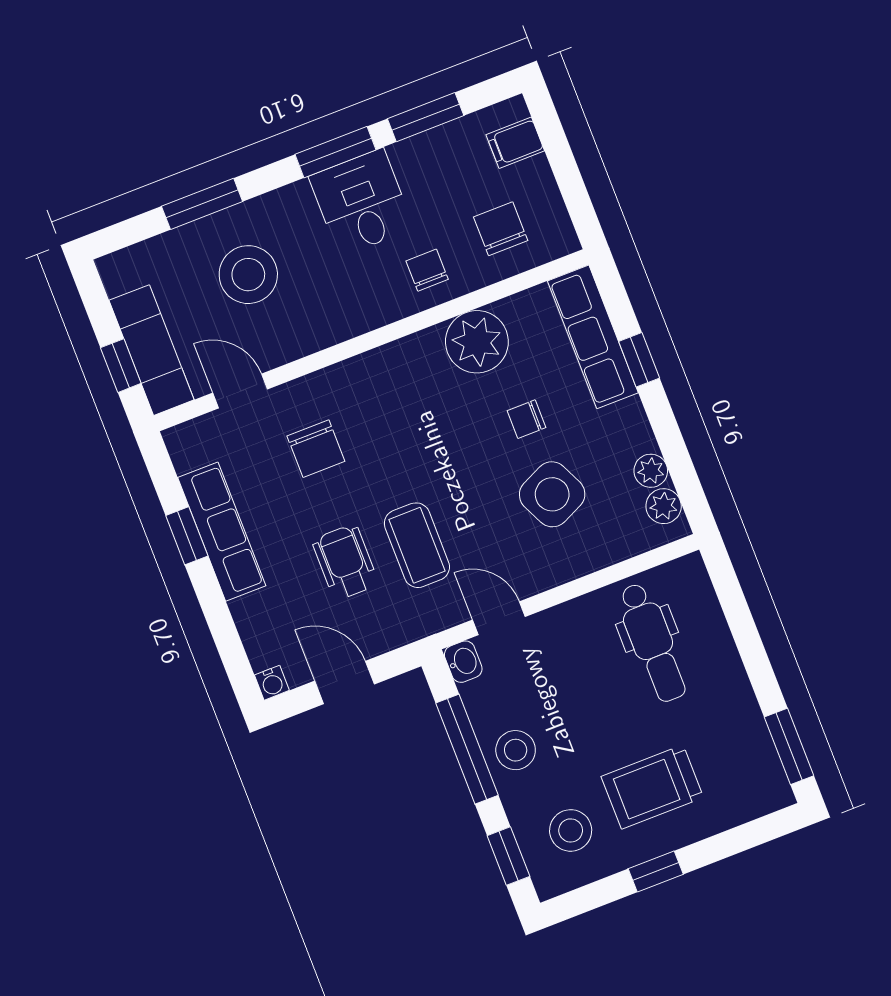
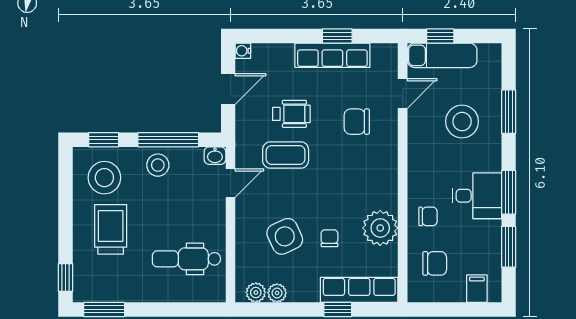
stool: (571, 830) -> (104, 178), width x1.38, depth x1.38
window: (656, 871) -> (66, 277), moved

